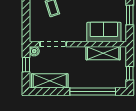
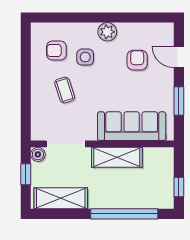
sofa: (104, 32) -> (132, 126), width x1.36
shelving: (103, 53) -> (117, 157), moved

